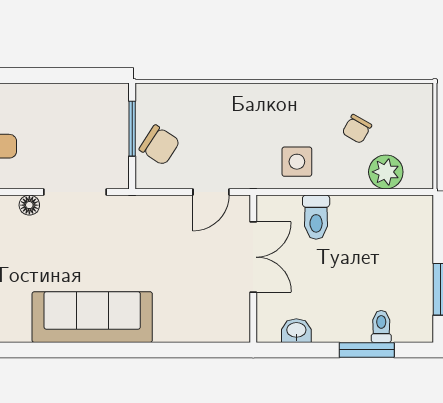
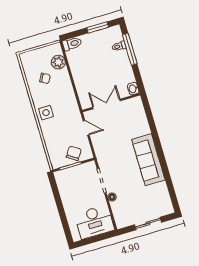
side table: (297, 162) -> (46, 113), moved
toilet: (316, 217) -> (72, 44), moved
washbasin: (296, 331) -> (133, 89), moved
window: (367, 350) -> (130, 49), width x1.44

